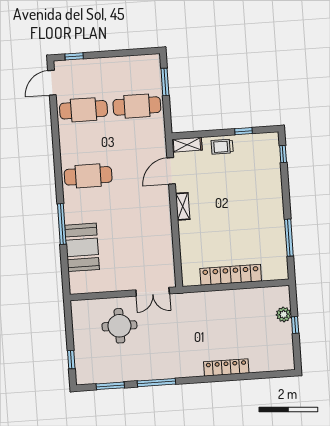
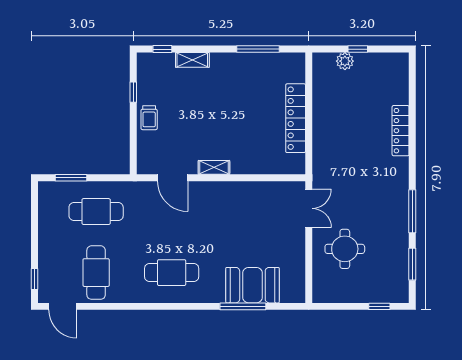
cafe table: (137, 106) -> (96, 212), turned 90
shelving: (187, 145) -> (192, 60), moved, turned 90
cafe table: (88, 176) -> (172, 273), turned 90
window: (62, 224) -> (243, 306), moved

